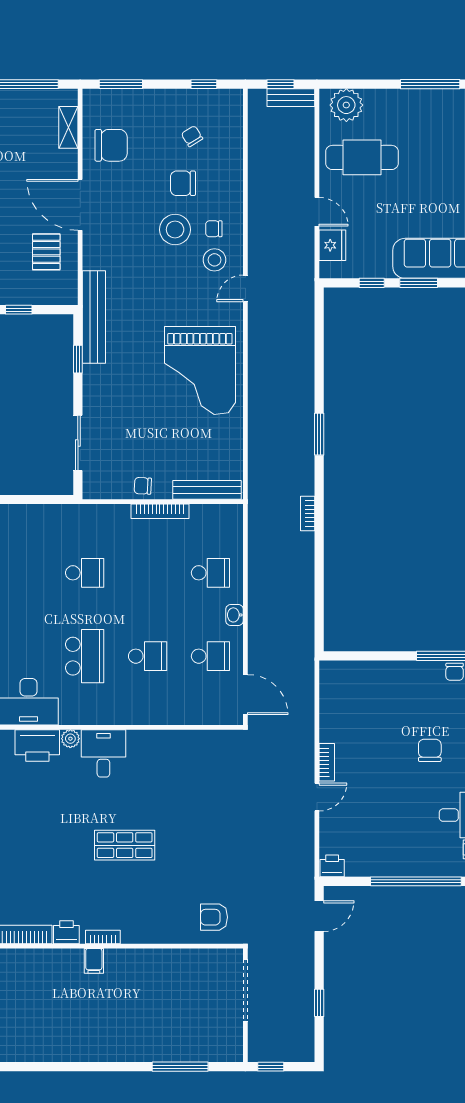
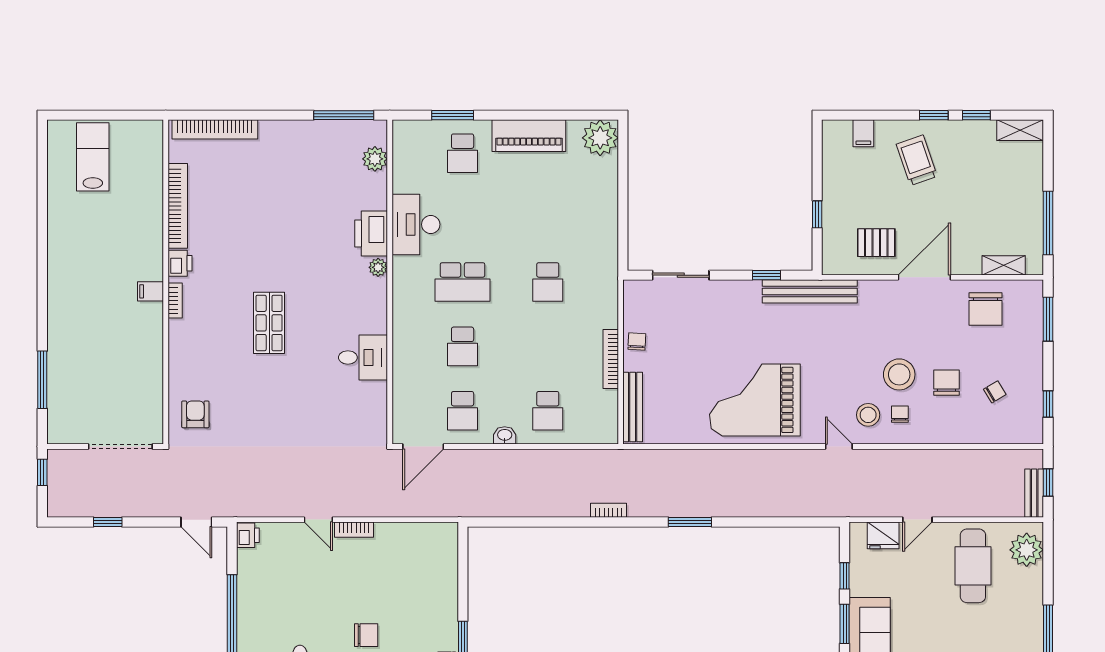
desk: (103, 753) -> (363, 357), moved

